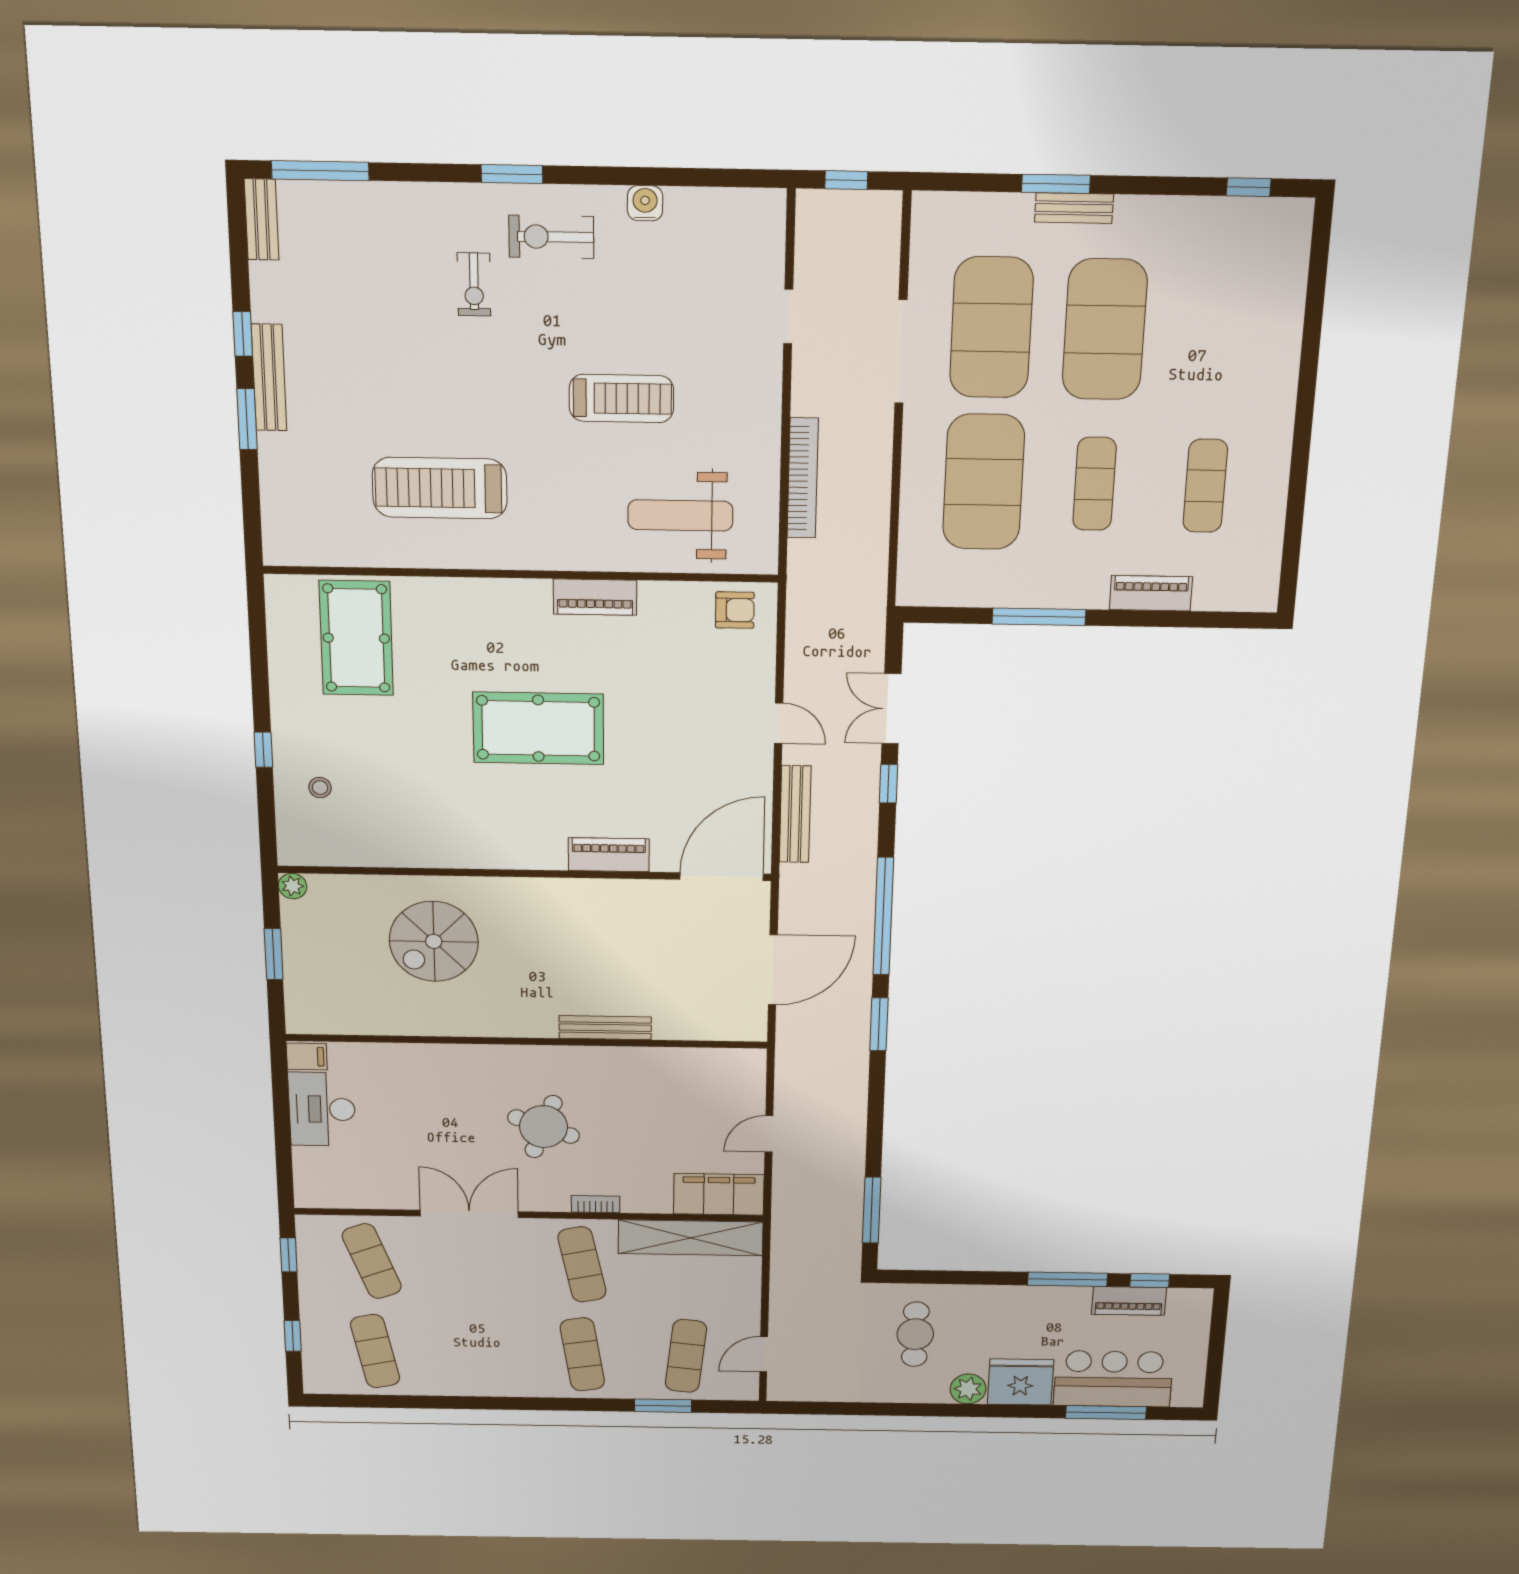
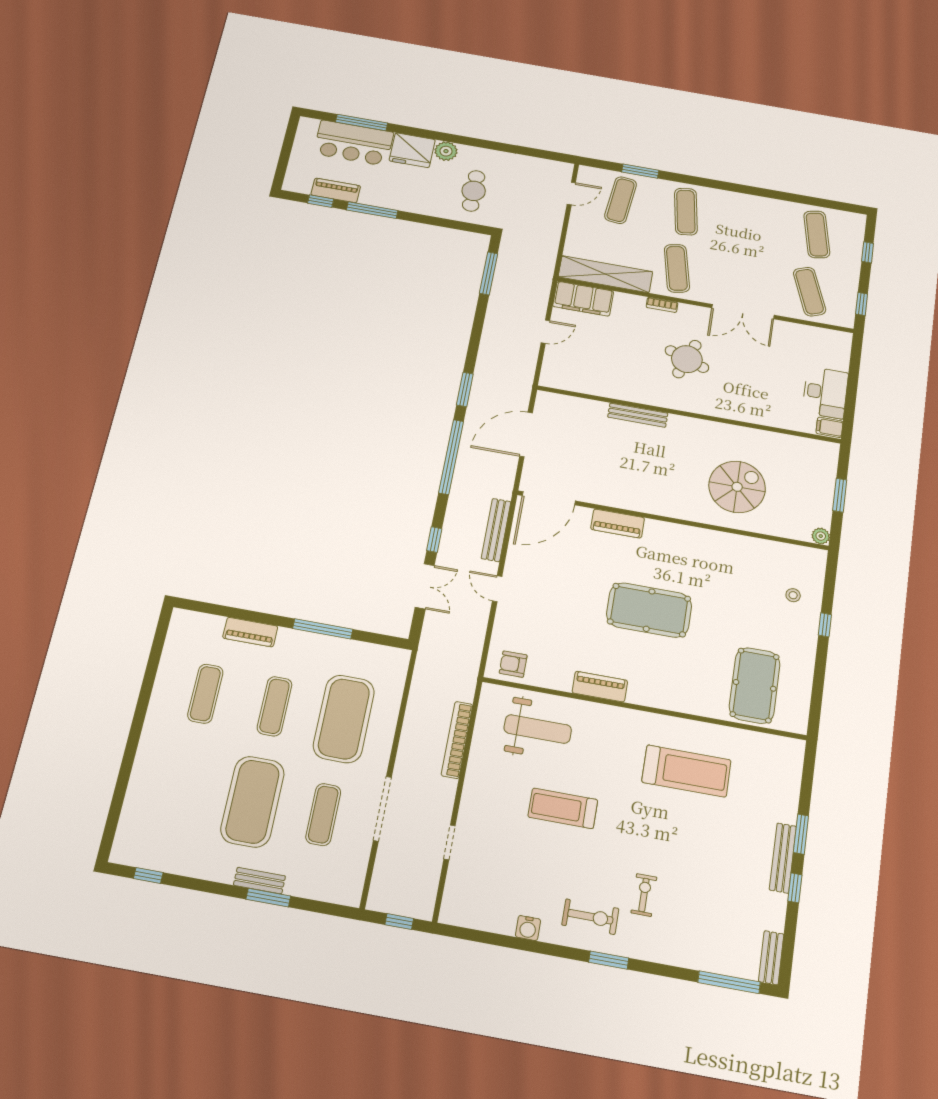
exercise mat: (991, 328) -> (323, 814), width x0.50, depth x0.69

